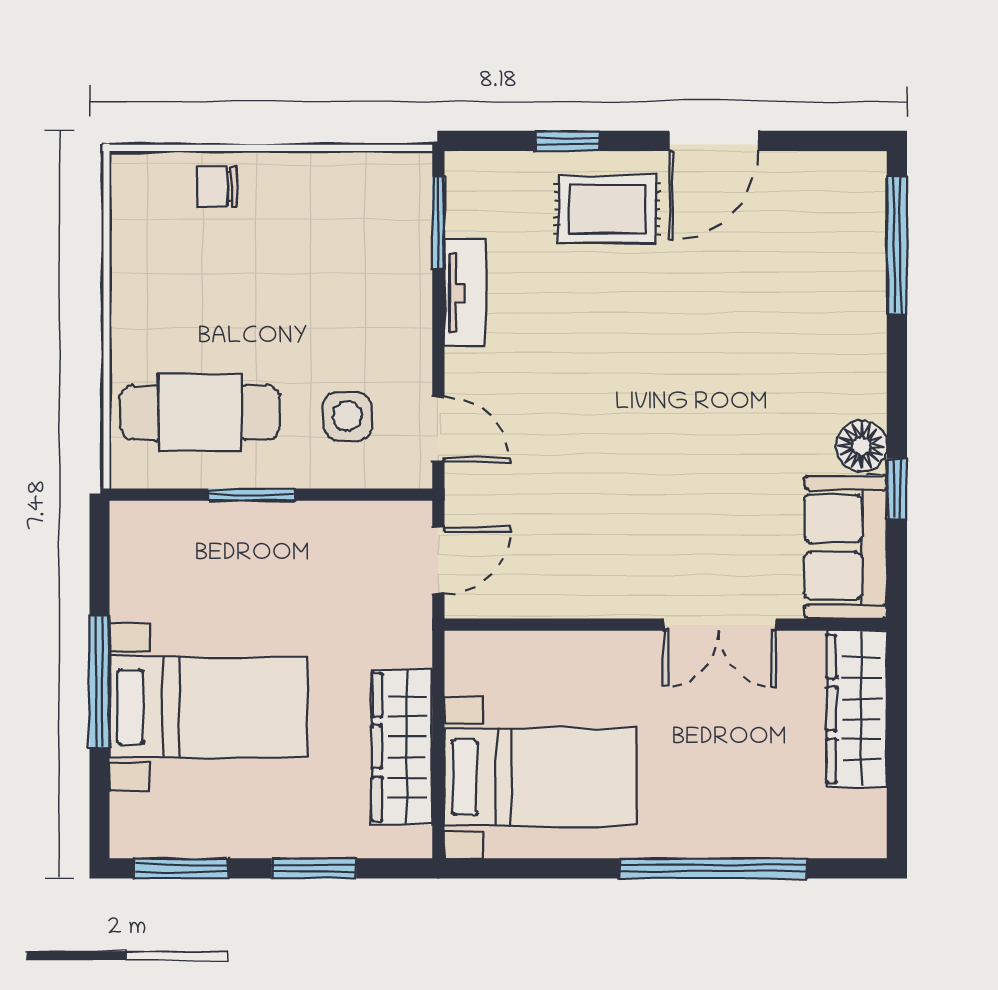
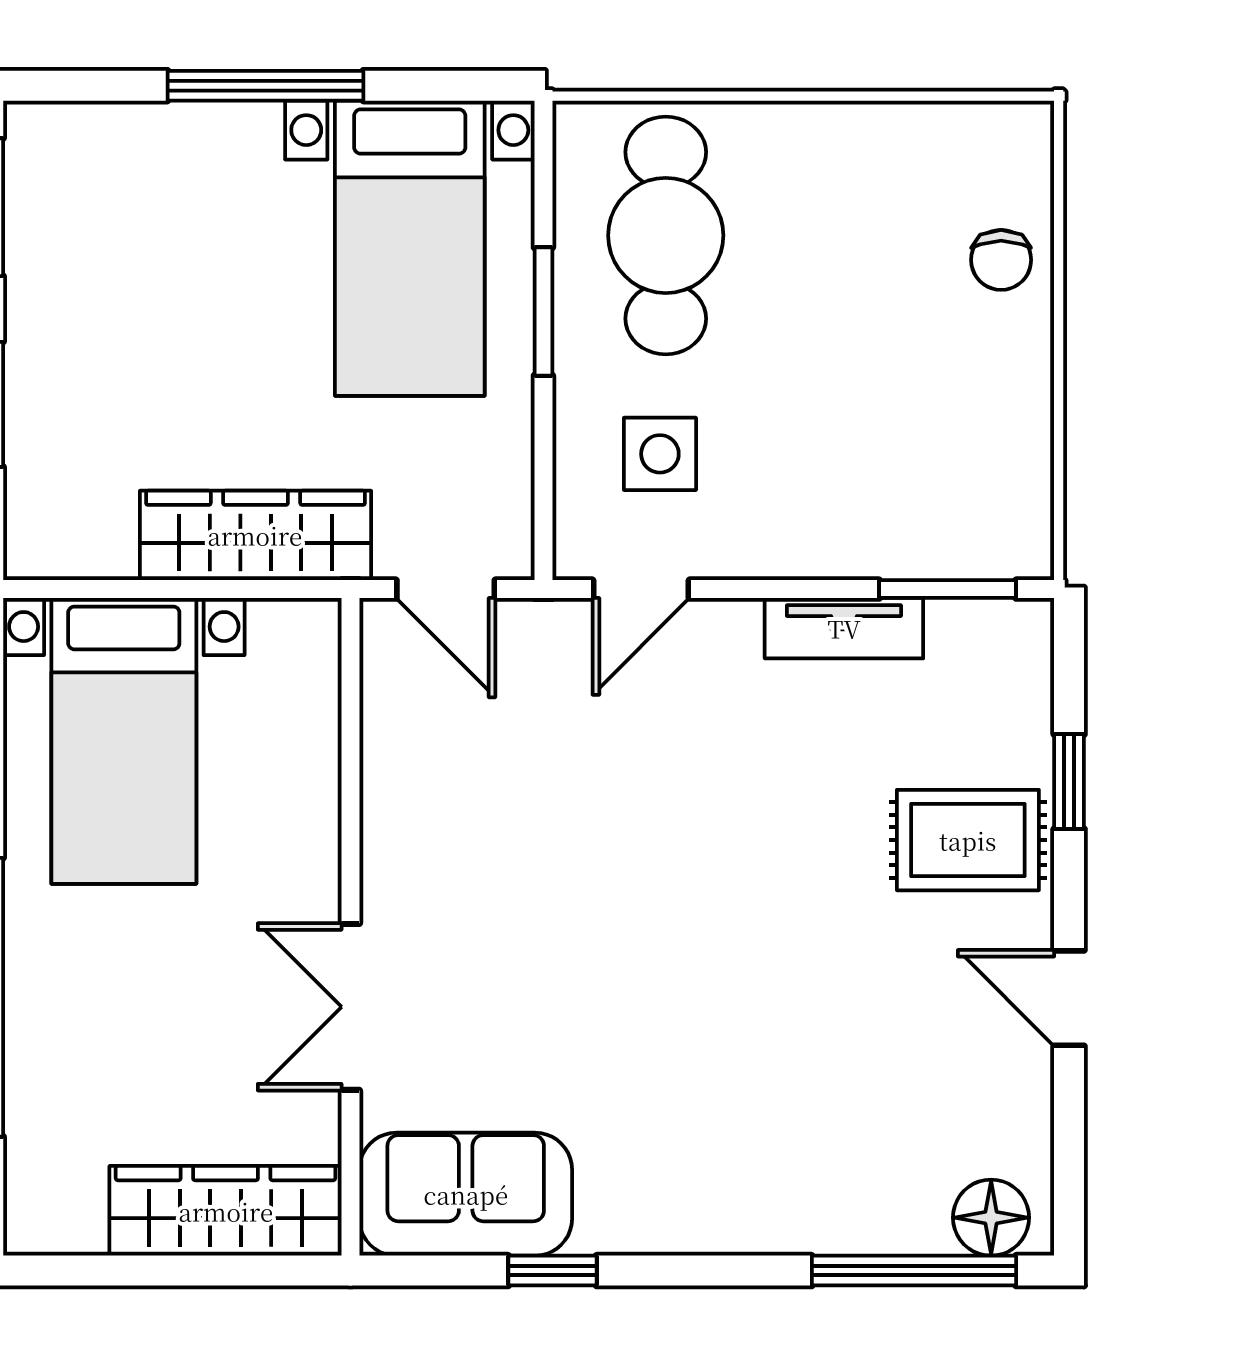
door: (714, 141) -> (1069, 998), width x0.73
chair: (217, 187) -> (1001, 260), turned 180
rug: (607, 209) -> (968, 840), turned 90
floor lamp: (861, 446) -> (991, 1218), moved
bed with nightstands: (209, 707) -> (410, 248), moved
wardrobe: (402, 747) -> (255, 535), moved

